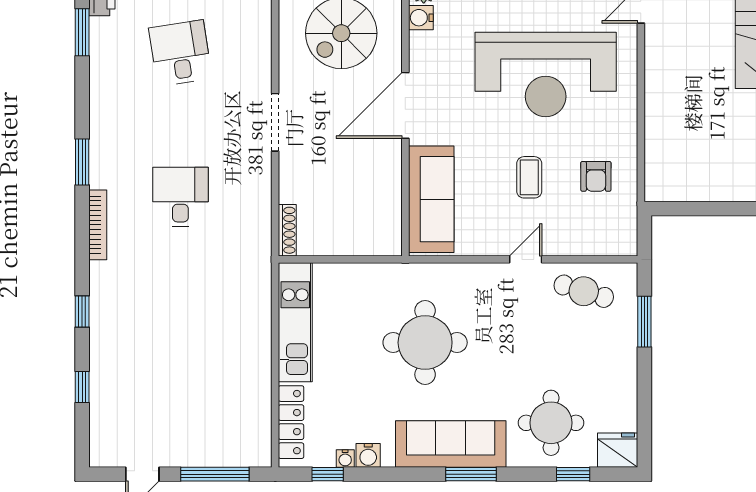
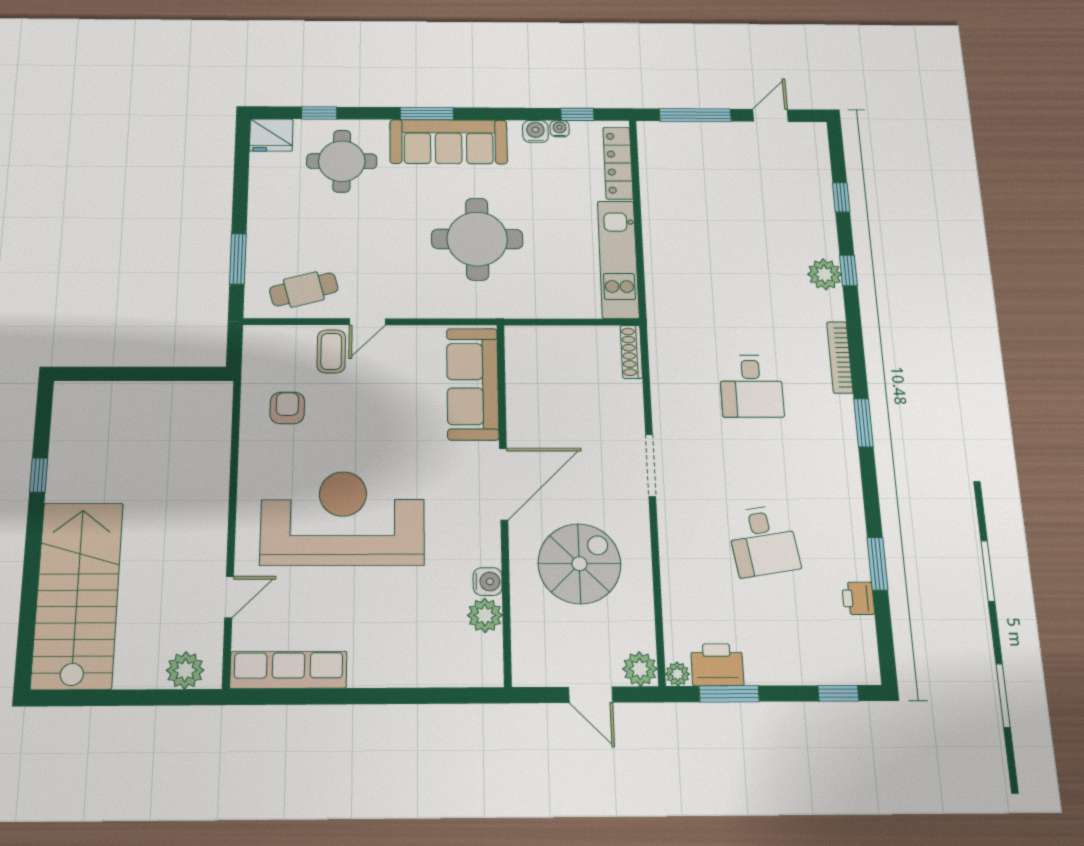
coffee table: (529, 177) -> (331, 351), moved
cafe table: (584, 291) -> (304, 289), turned -32
plant: (105, 308) -> (825, 274), added

